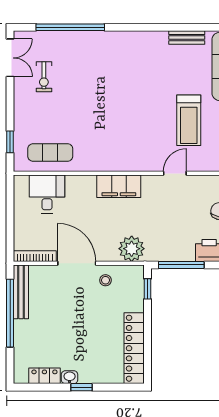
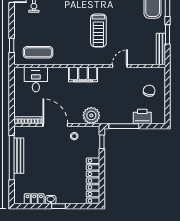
treadmill: (189, 120) -> (98, 30), moved
bench: (21, 292) -> (19, 156), moved

